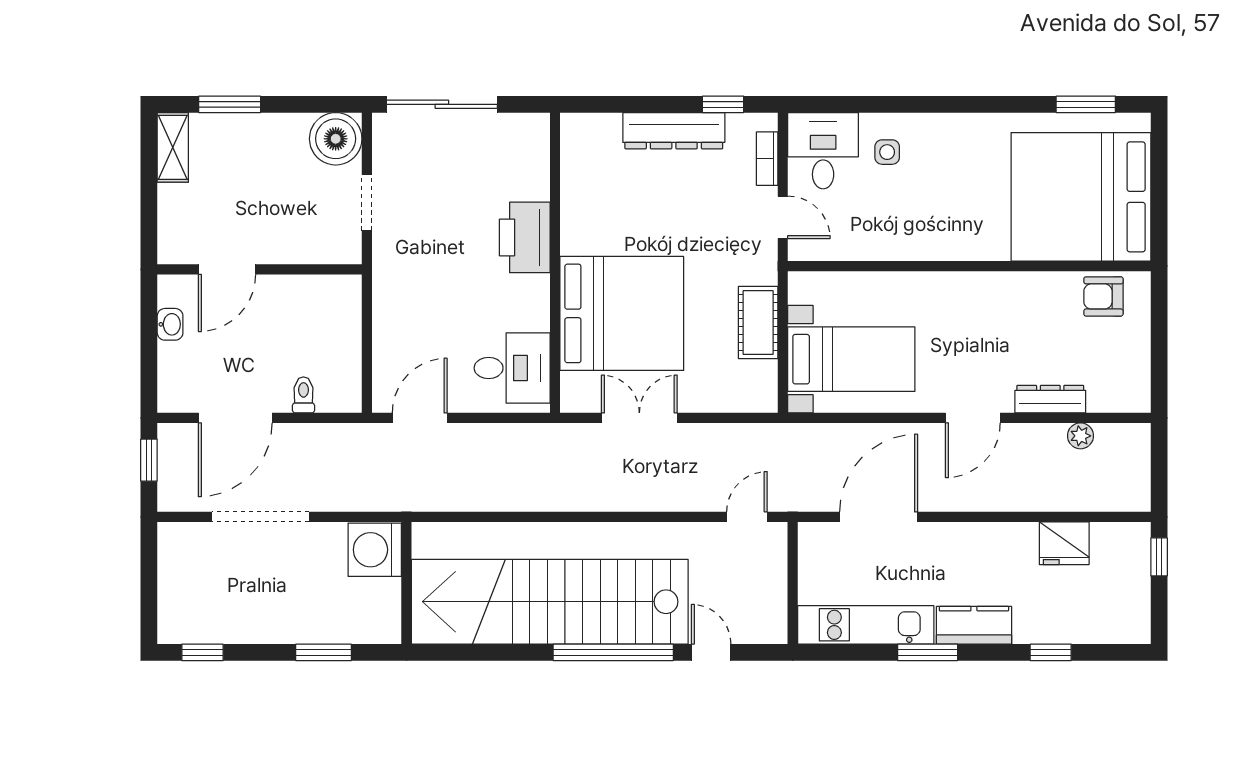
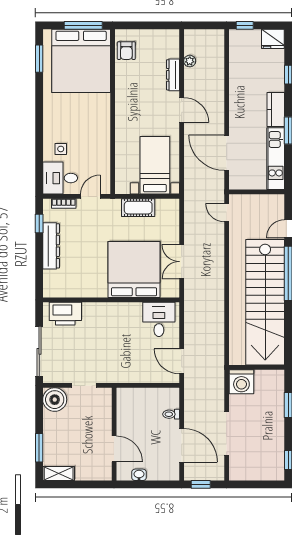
window: (1159, 202) -> (83, 25), added
printer: (525, 237) -> (65, 314), moved
fridge: (1064, 543) -> (273, 39), moved, turned 90

